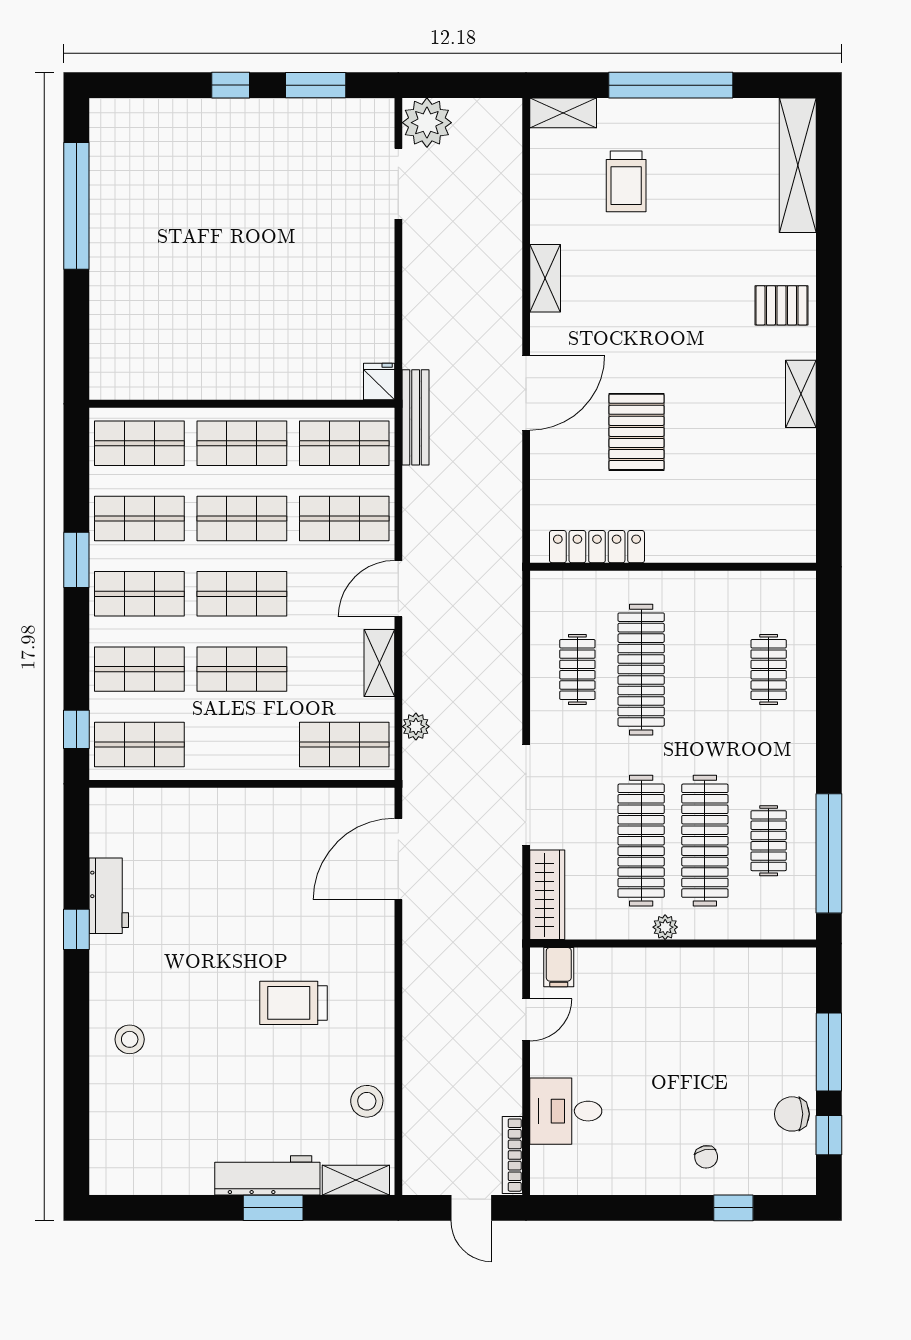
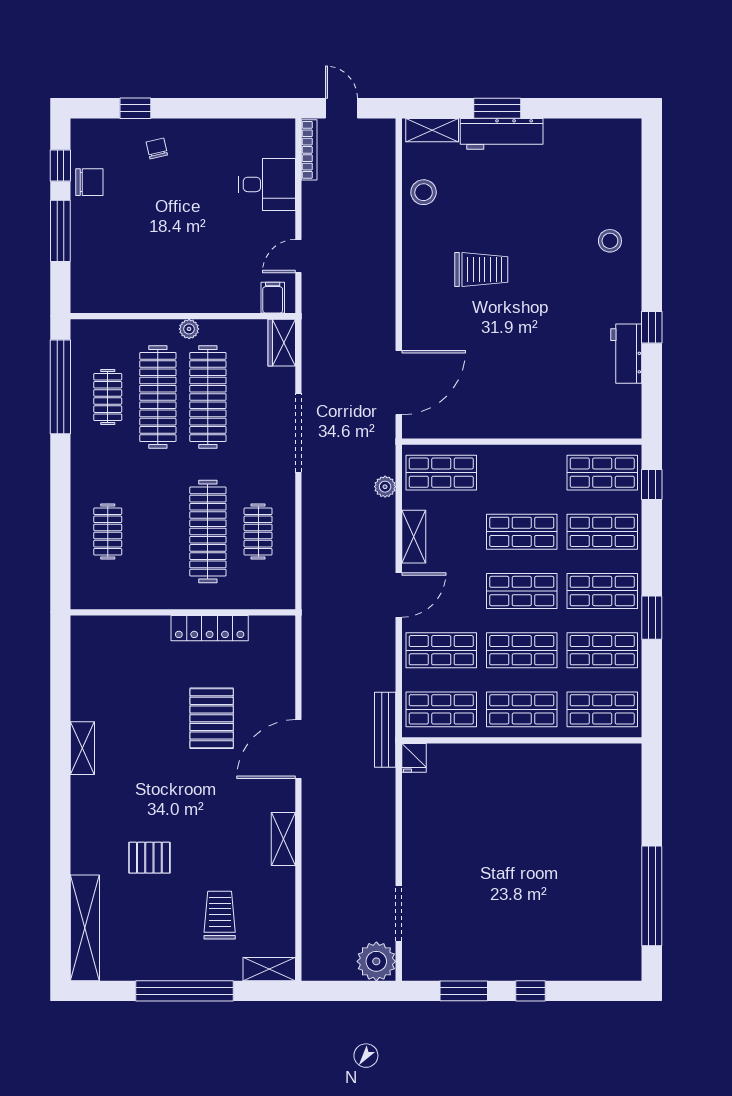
pallet: (781, 305) -> (149, 858), moved
locker: (597, 547) -> (210, 628), moved
wardrobe: (547, 895) -> (282, 343), width x0.67

